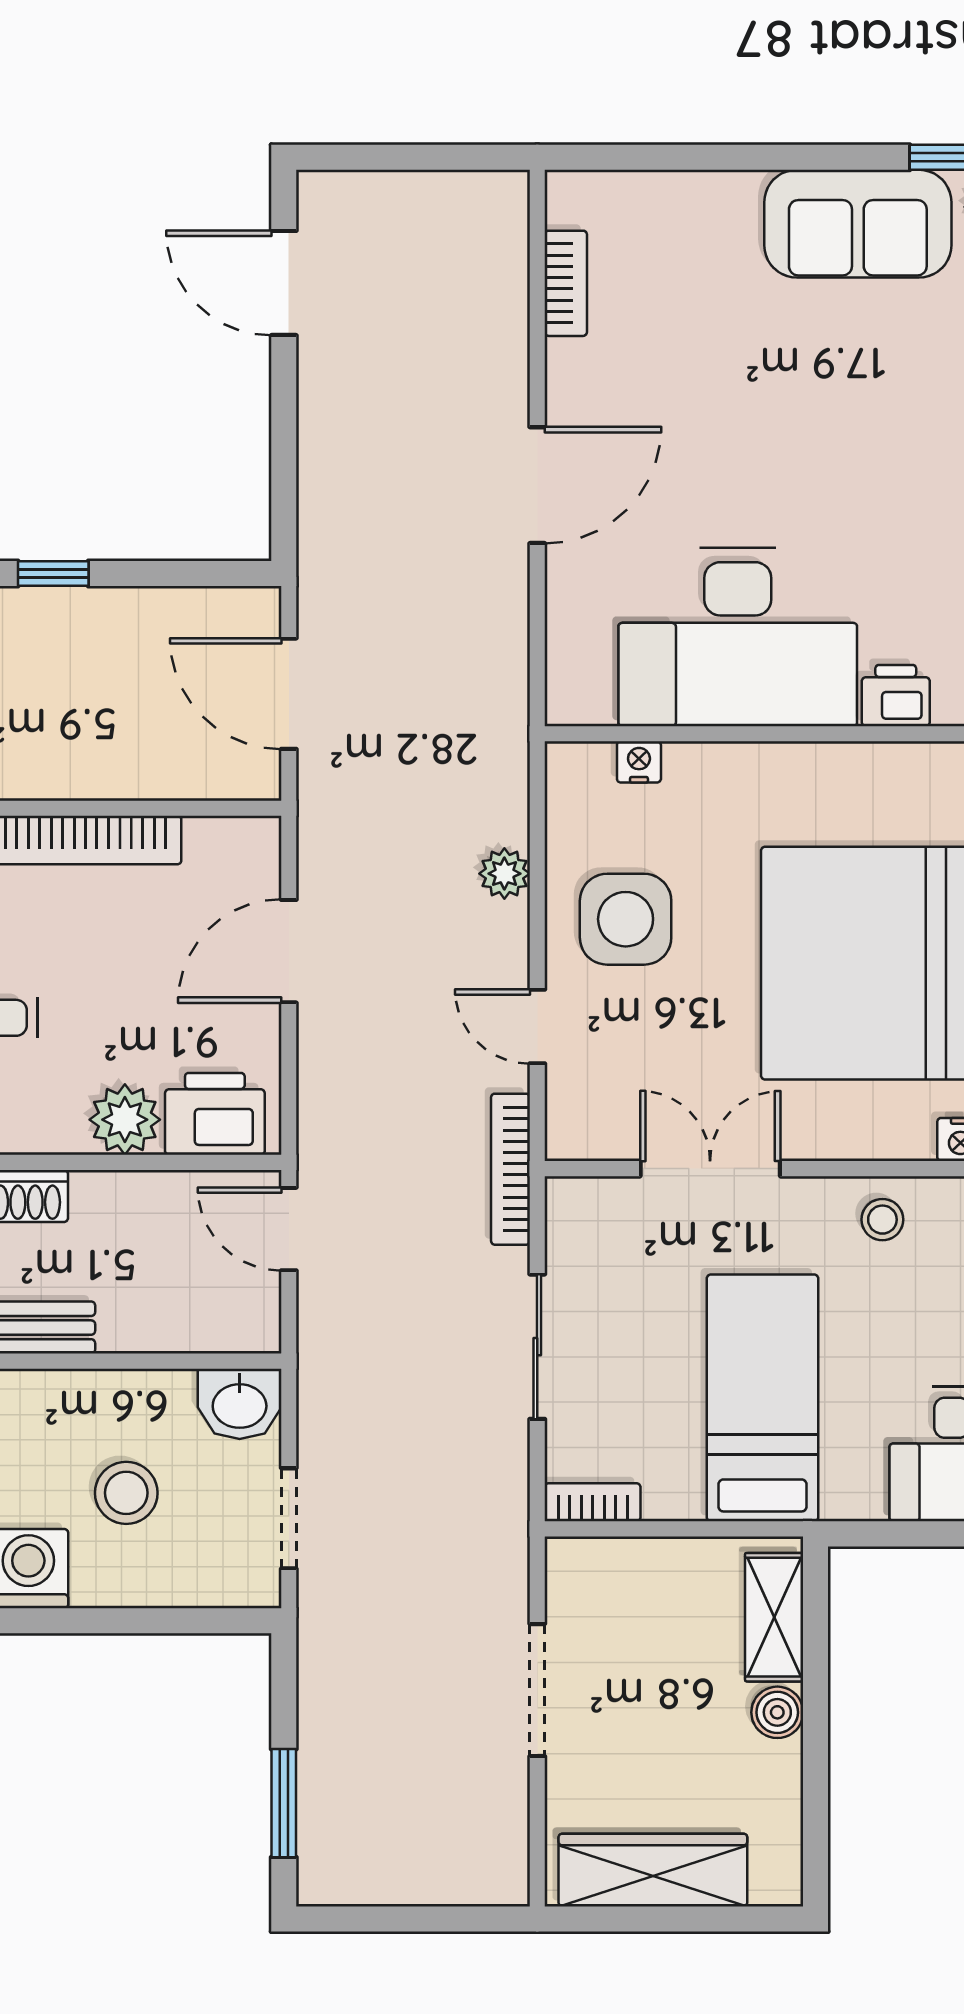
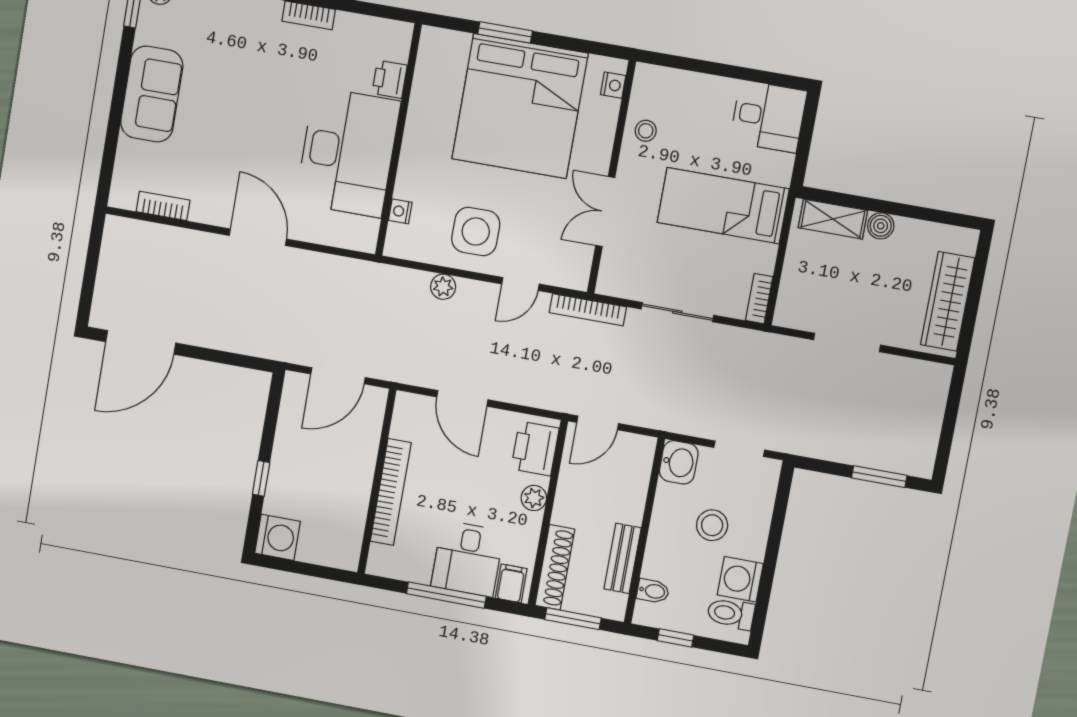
sofa: (858, 224) -> (152, 94), moved
door: (284, 283) -> (141, 342), width x1.36
plant: (125, 1120) -> (534, 498), width x0.73, depth x0.73

